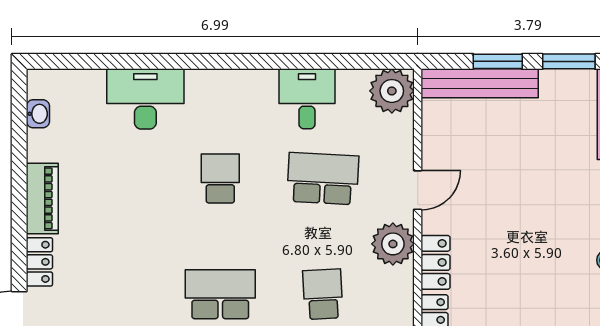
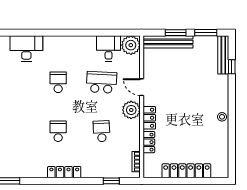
desk: (307, 99) -> (109, 48), moved
door: (418, 190) -> (142, 87), swing flipped
school desk: (220, 294) -> (58, 131), width x0.54

